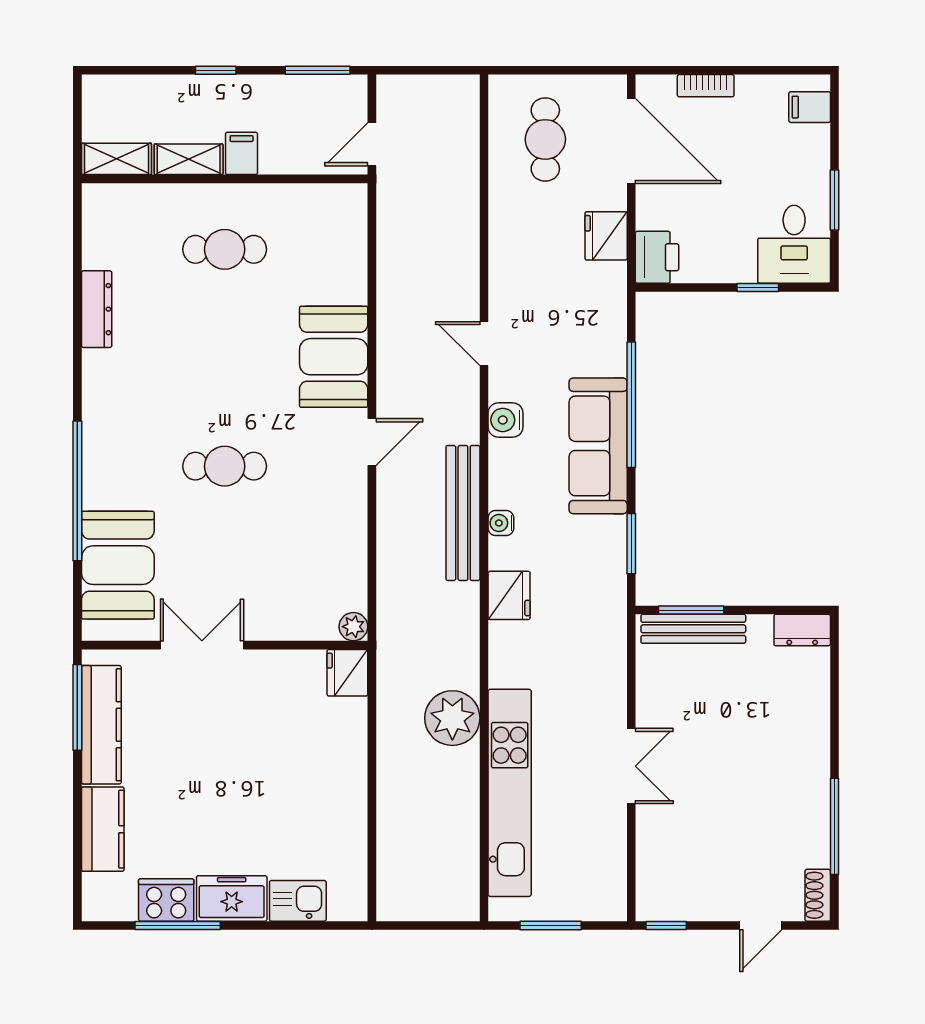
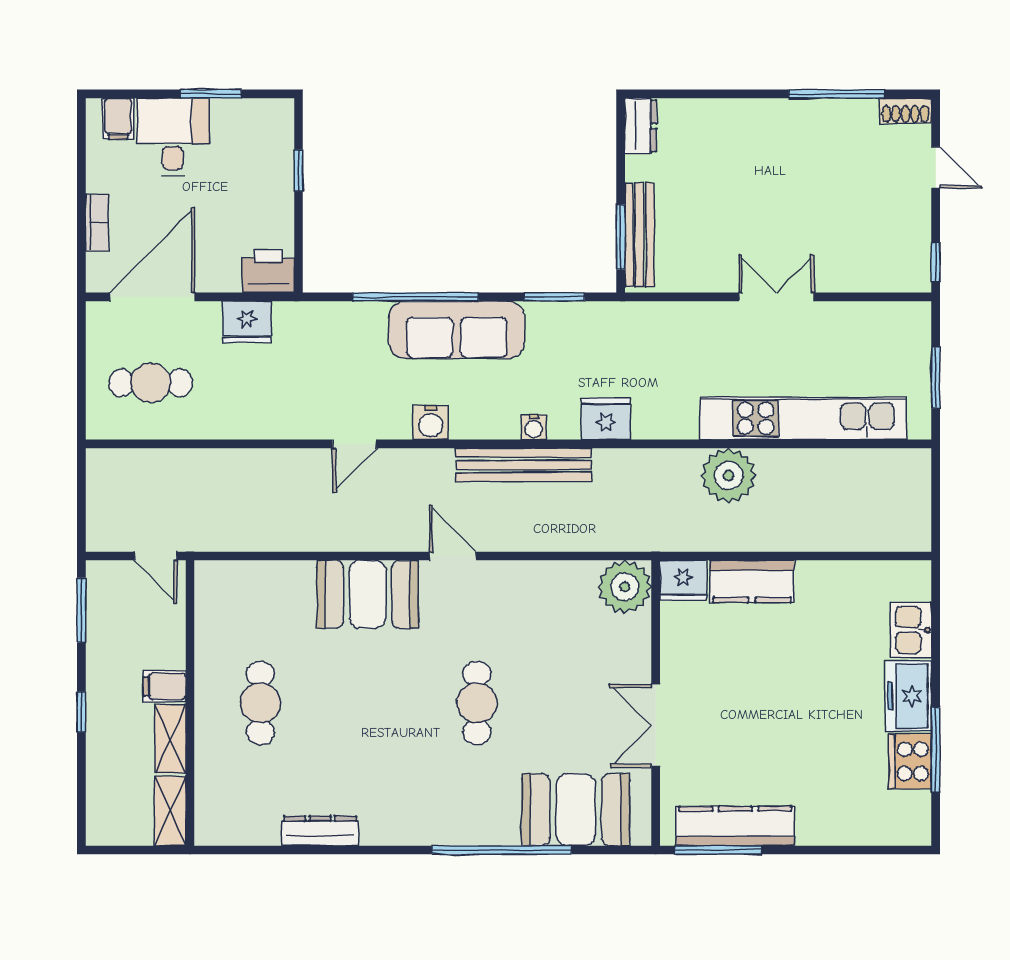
desk: (794, 244) -> (173, 137), moved, turned -90
plant: (353, 627) -> (625, 587), width x1.88, depth x1.88
kitchen counter: (103, 829) -> (752, 581), moved, turned 180

